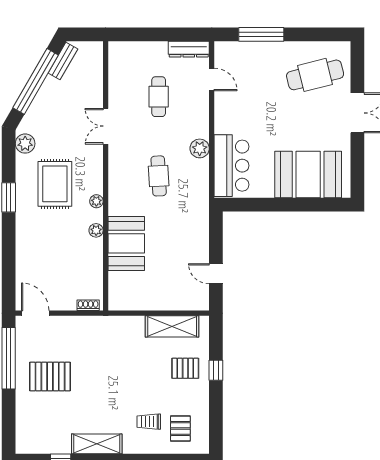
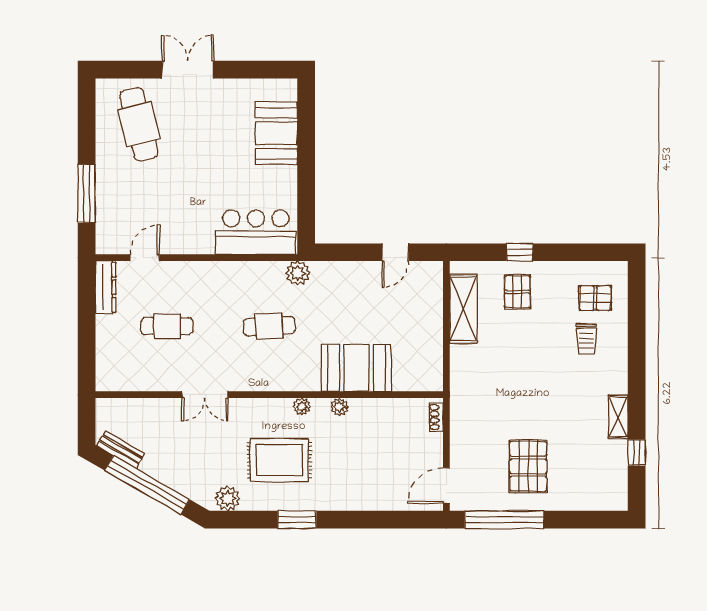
plant: (200, 148) -> (298, 273), moved
booth: (308, 175) -> (276, 133), width x0.73, depth x0.70
shelving: (97, 444) -> (618, 417), width x0.67, depth x0.75

